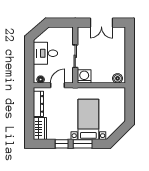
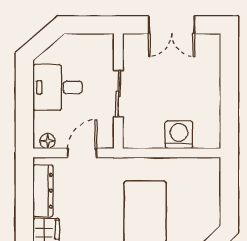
washing machine: (84, 76) -> (179, 135), moved
boiler: (118, 78) -> (205, 139), removed

